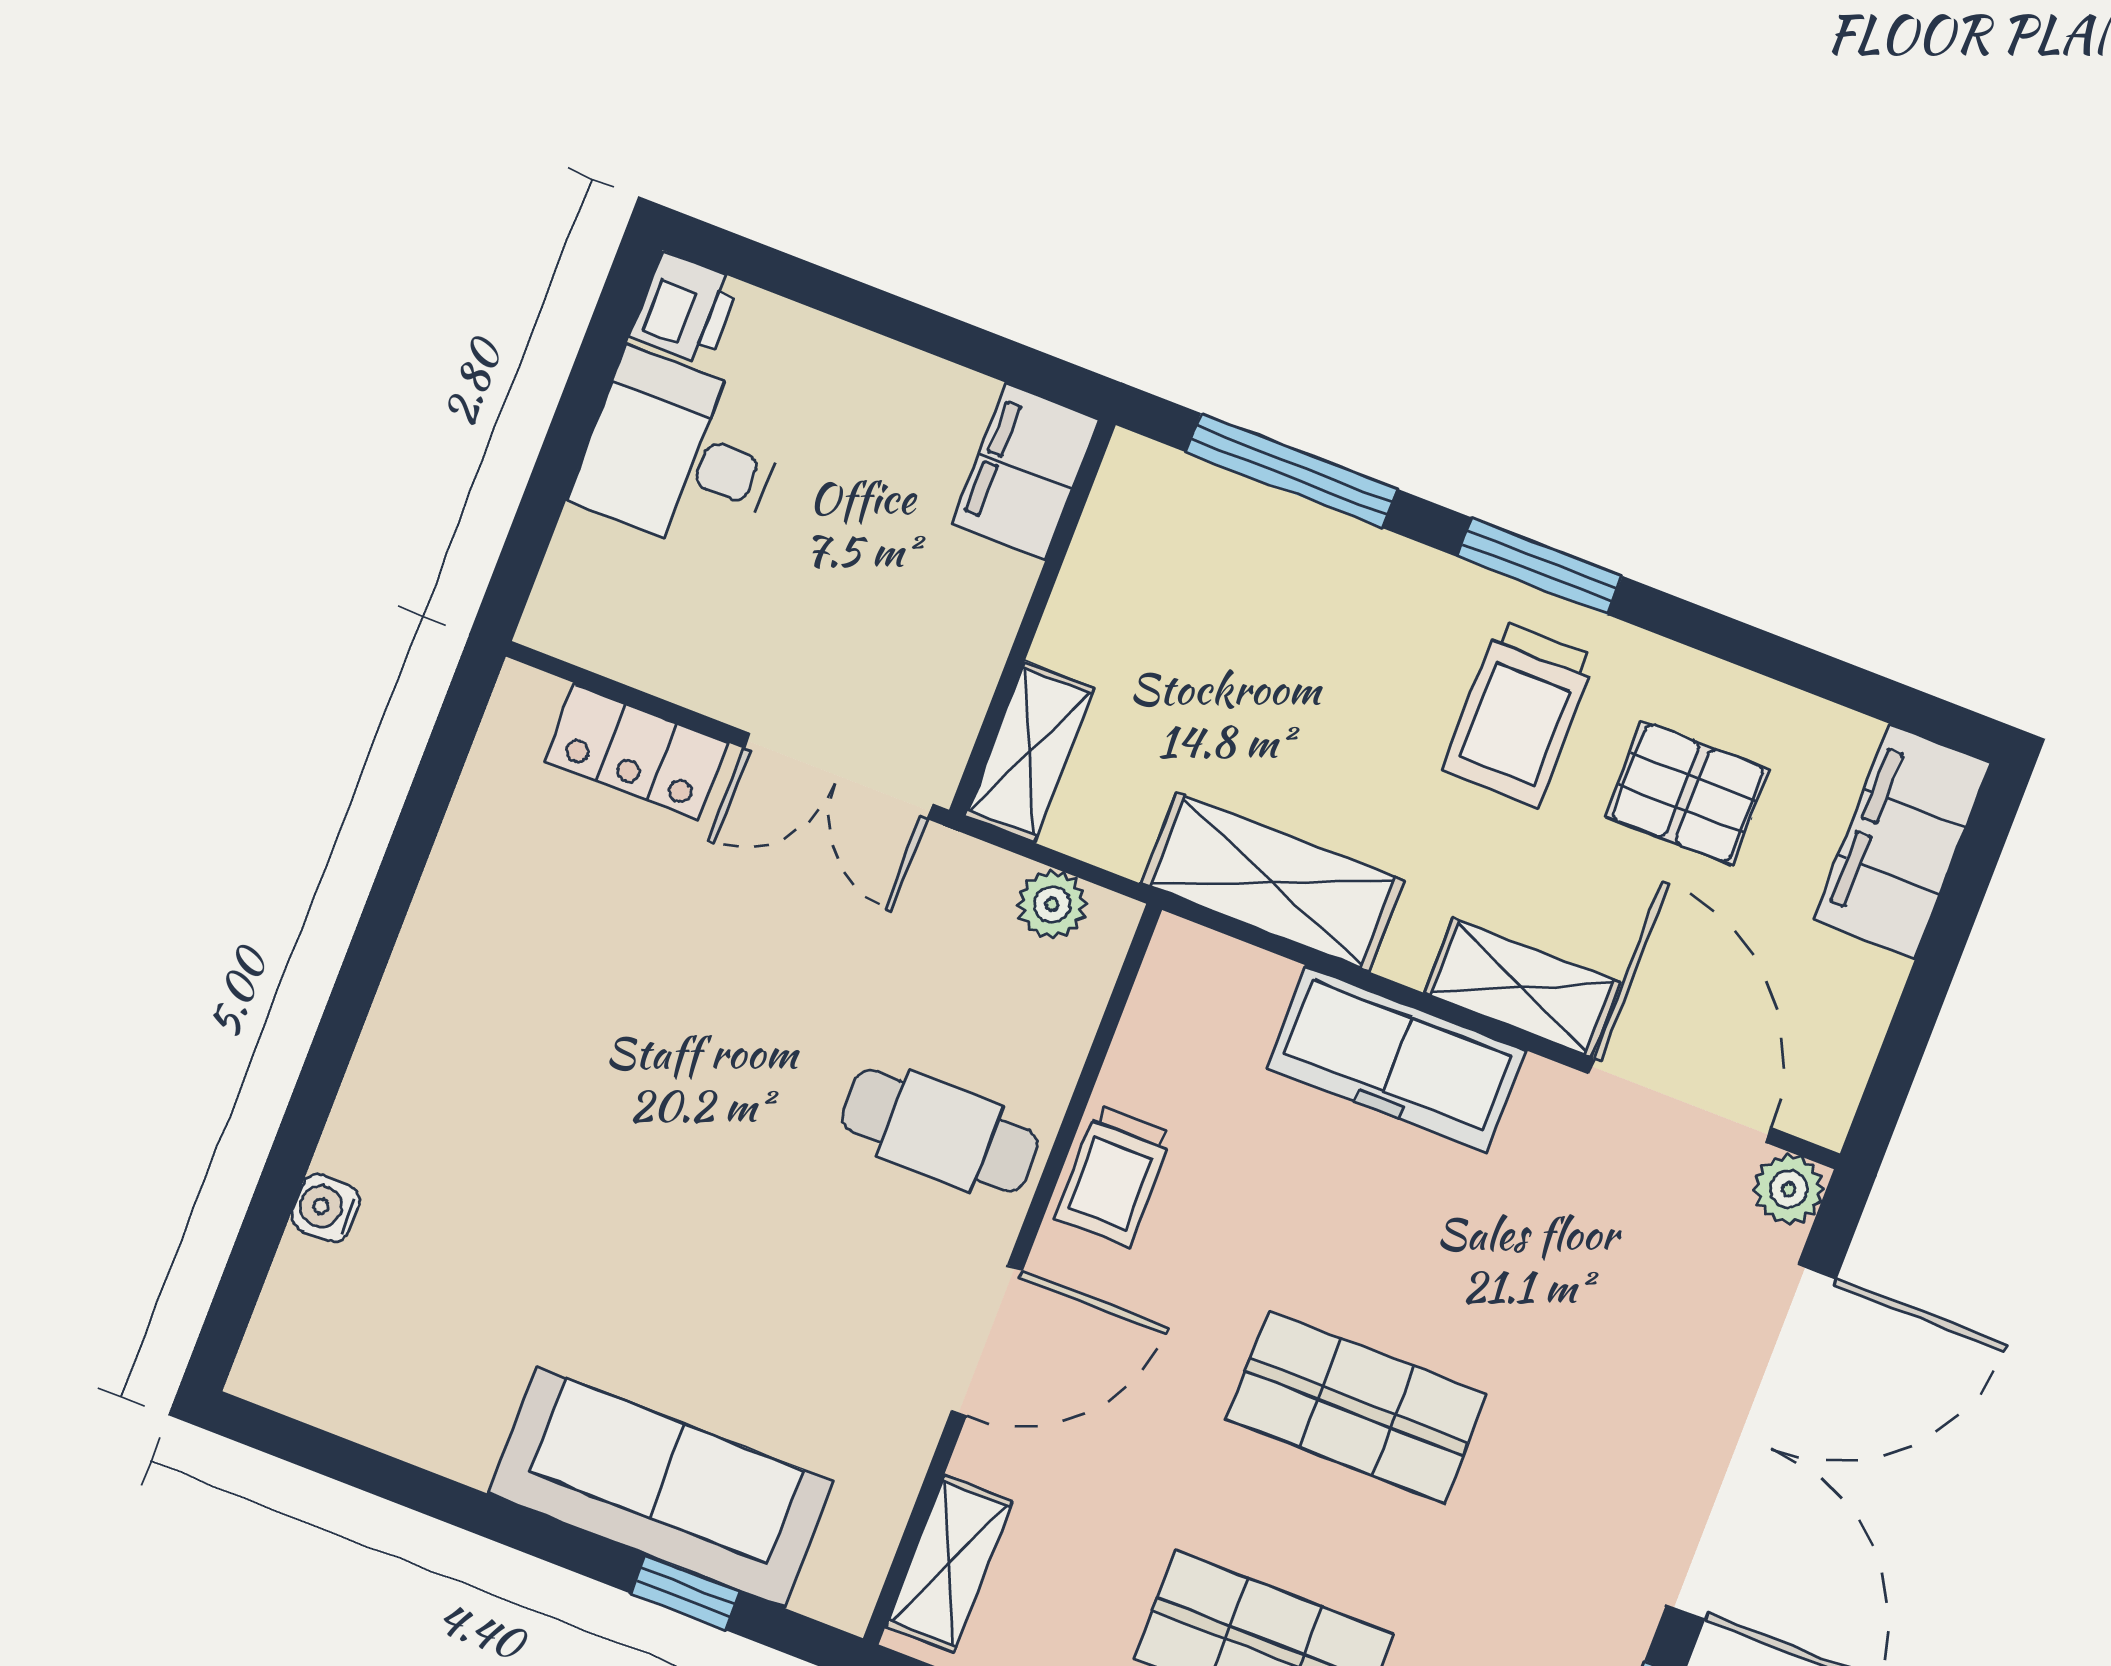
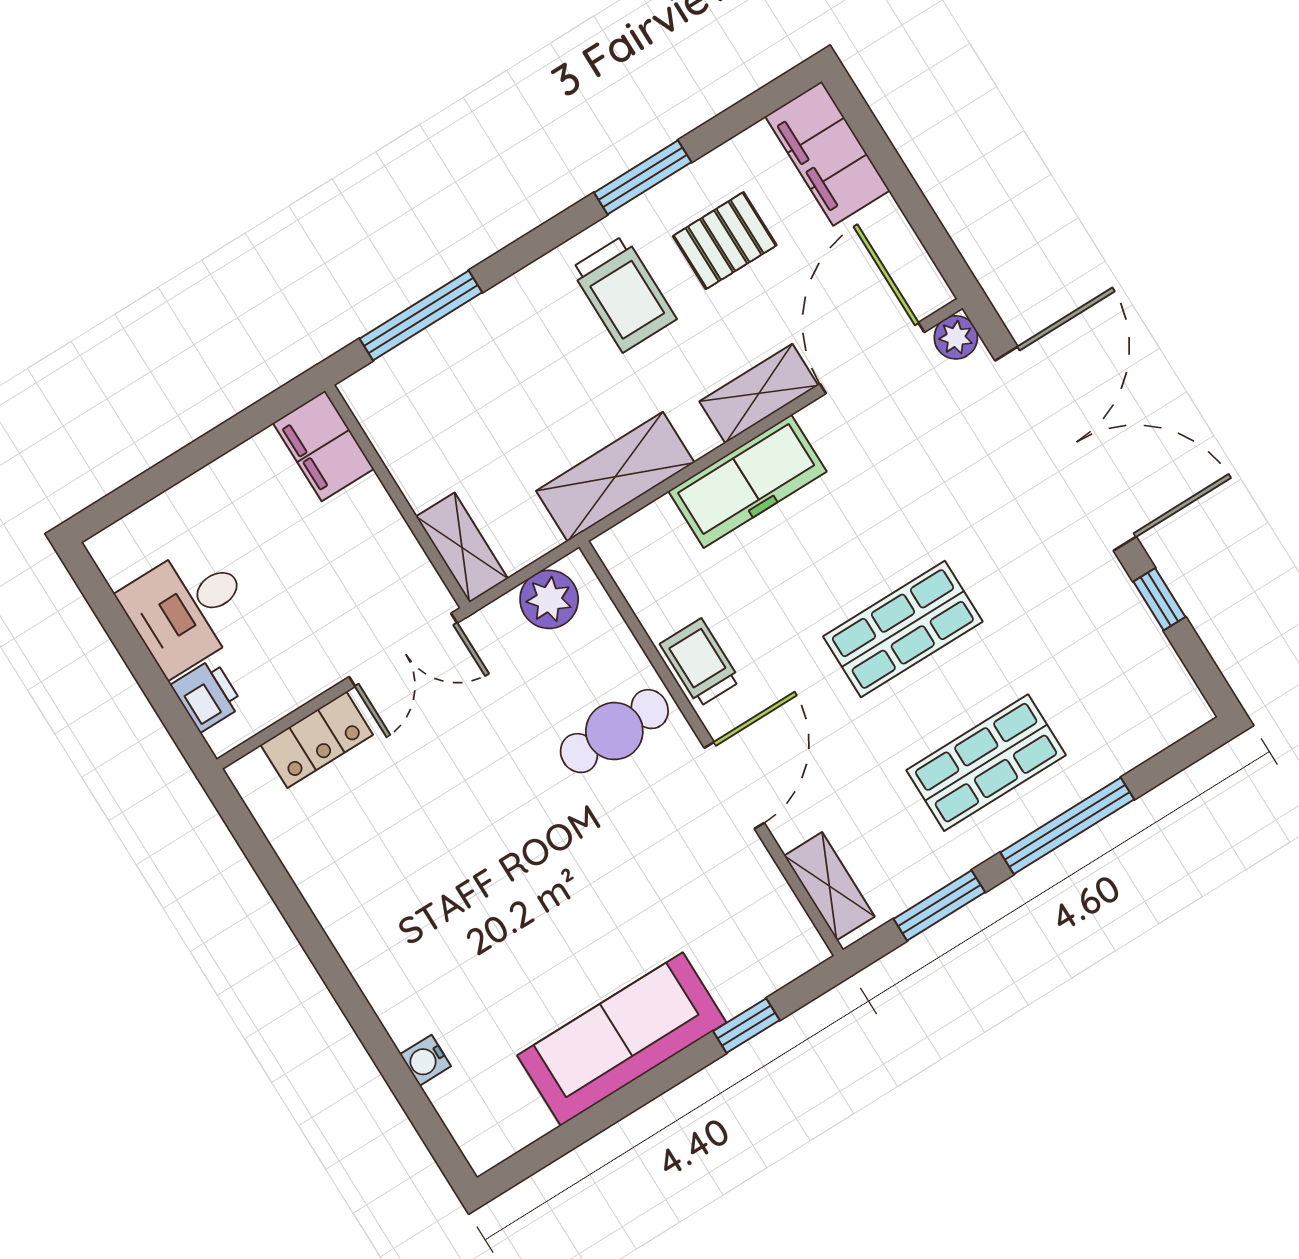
printer: (685, 309) -> (207, 695), moved
window: (1540, 566) -> (643, 177), moved
plant: (1052, 904) -> (549, 599), width x1.38, depth x1.38
door: (1679, 1100) -> (872, 358), hinge flipped
trolley: (1114, 1176) -> (700, 663), turned 180
sofa: (660, 1487) -> (622, 1039), moved

